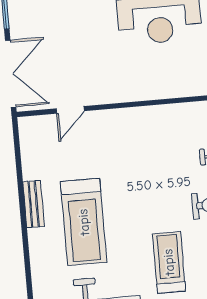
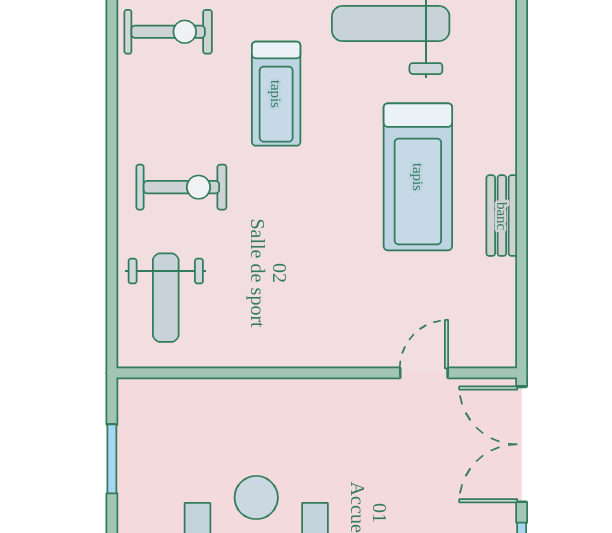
treadmill: (84, 222) -> (418, 177), turned 180

